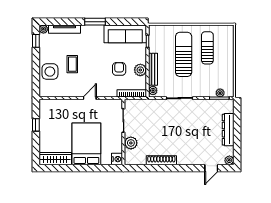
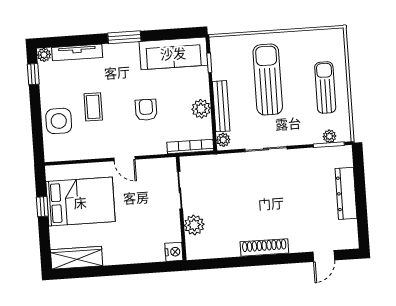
sun lounger: (207, 48) -> (325, 88), moved
armchair: (119, 69) -> (146, 110), moved
door: (90, 98) -> (124, 159), swing flipped
bed: (86, 144) -> (80, 202), moved, turned 90
shoe rack: (161, 160) -> (264, 247), moved
plant: (229, 160) -> (351, 242), removed

